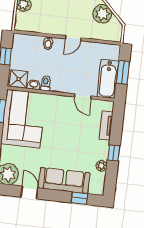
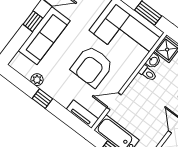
tv unit: (106, 125) -> (82, 114), moved
armchair: (66, 129) -> (92, 66), added
window: (79, 198) -> (33, 21), moved

